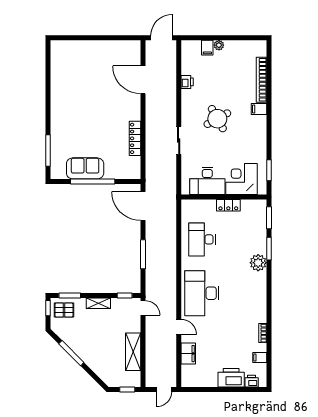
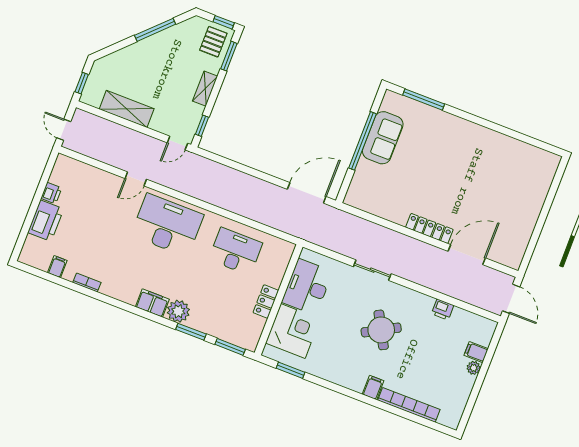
locker: (135, 138) -> (429, 228), moved
window: (143, 254) -> (246, 169), removed
filing cabinet: (188, 354) -> (152, 303), moved, turned 180
printer: (252, 381) -> (51, 193), moved

